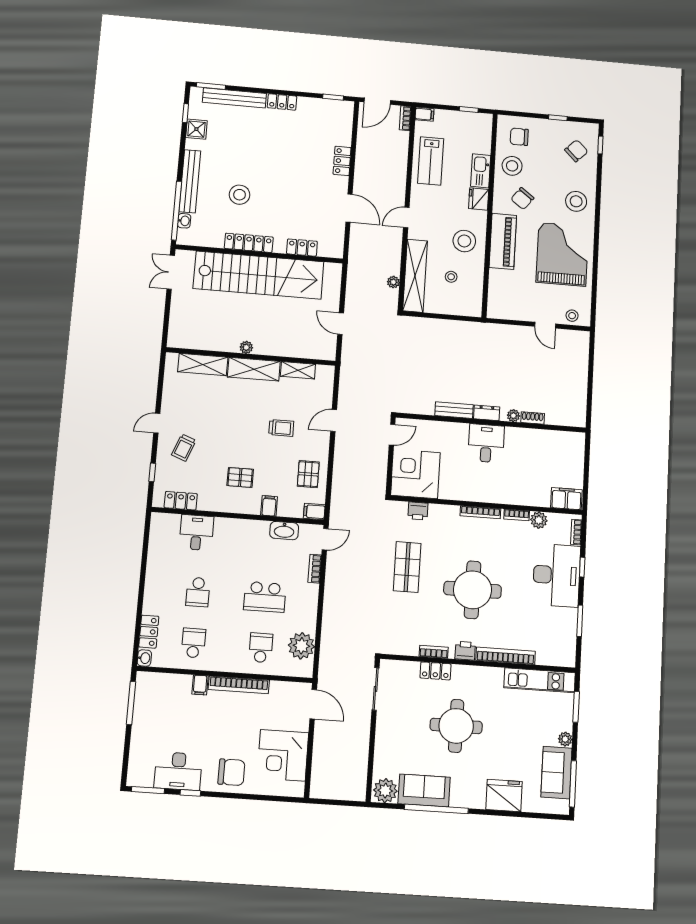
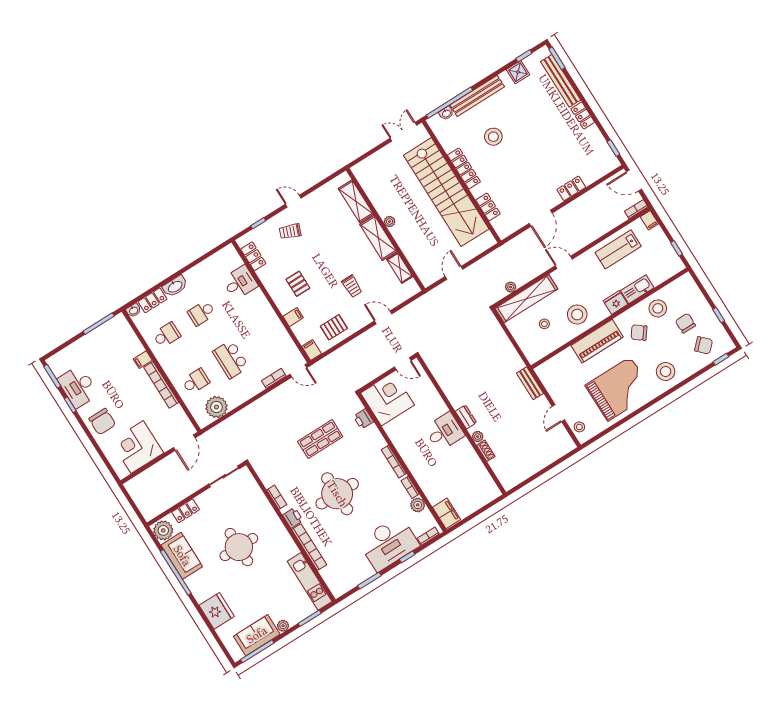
chair: (519, 137) -> (685, 323), moved
bench: (454, 410) -> (530, 383), moved
washbasin: (284, 531) -> (175, 286), moved, turned -90
locker: (435, 671) -> (186, 511), moved, turned -90

